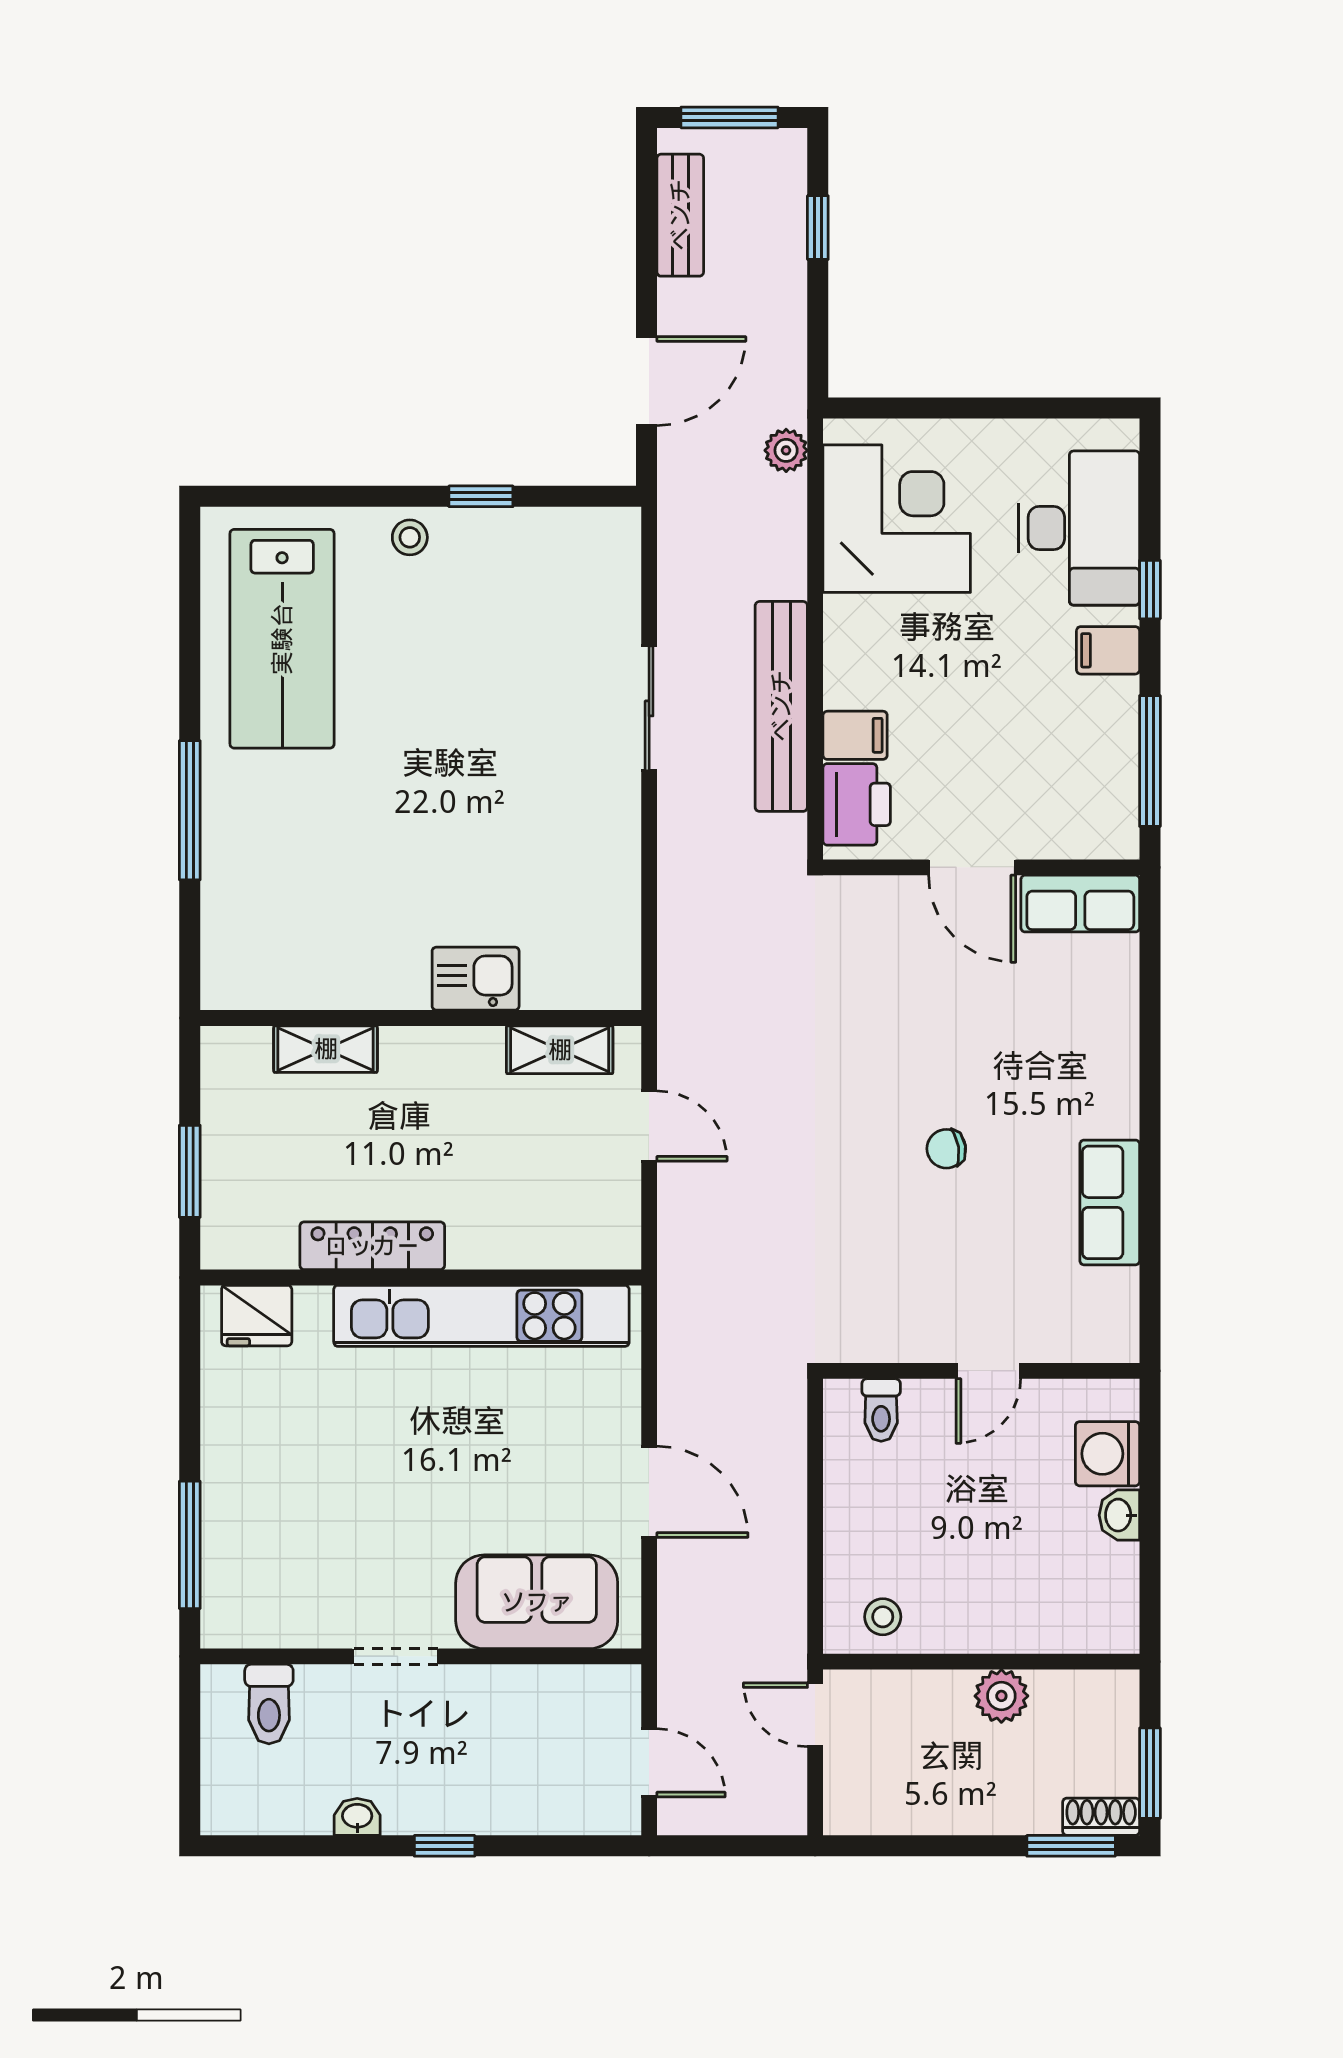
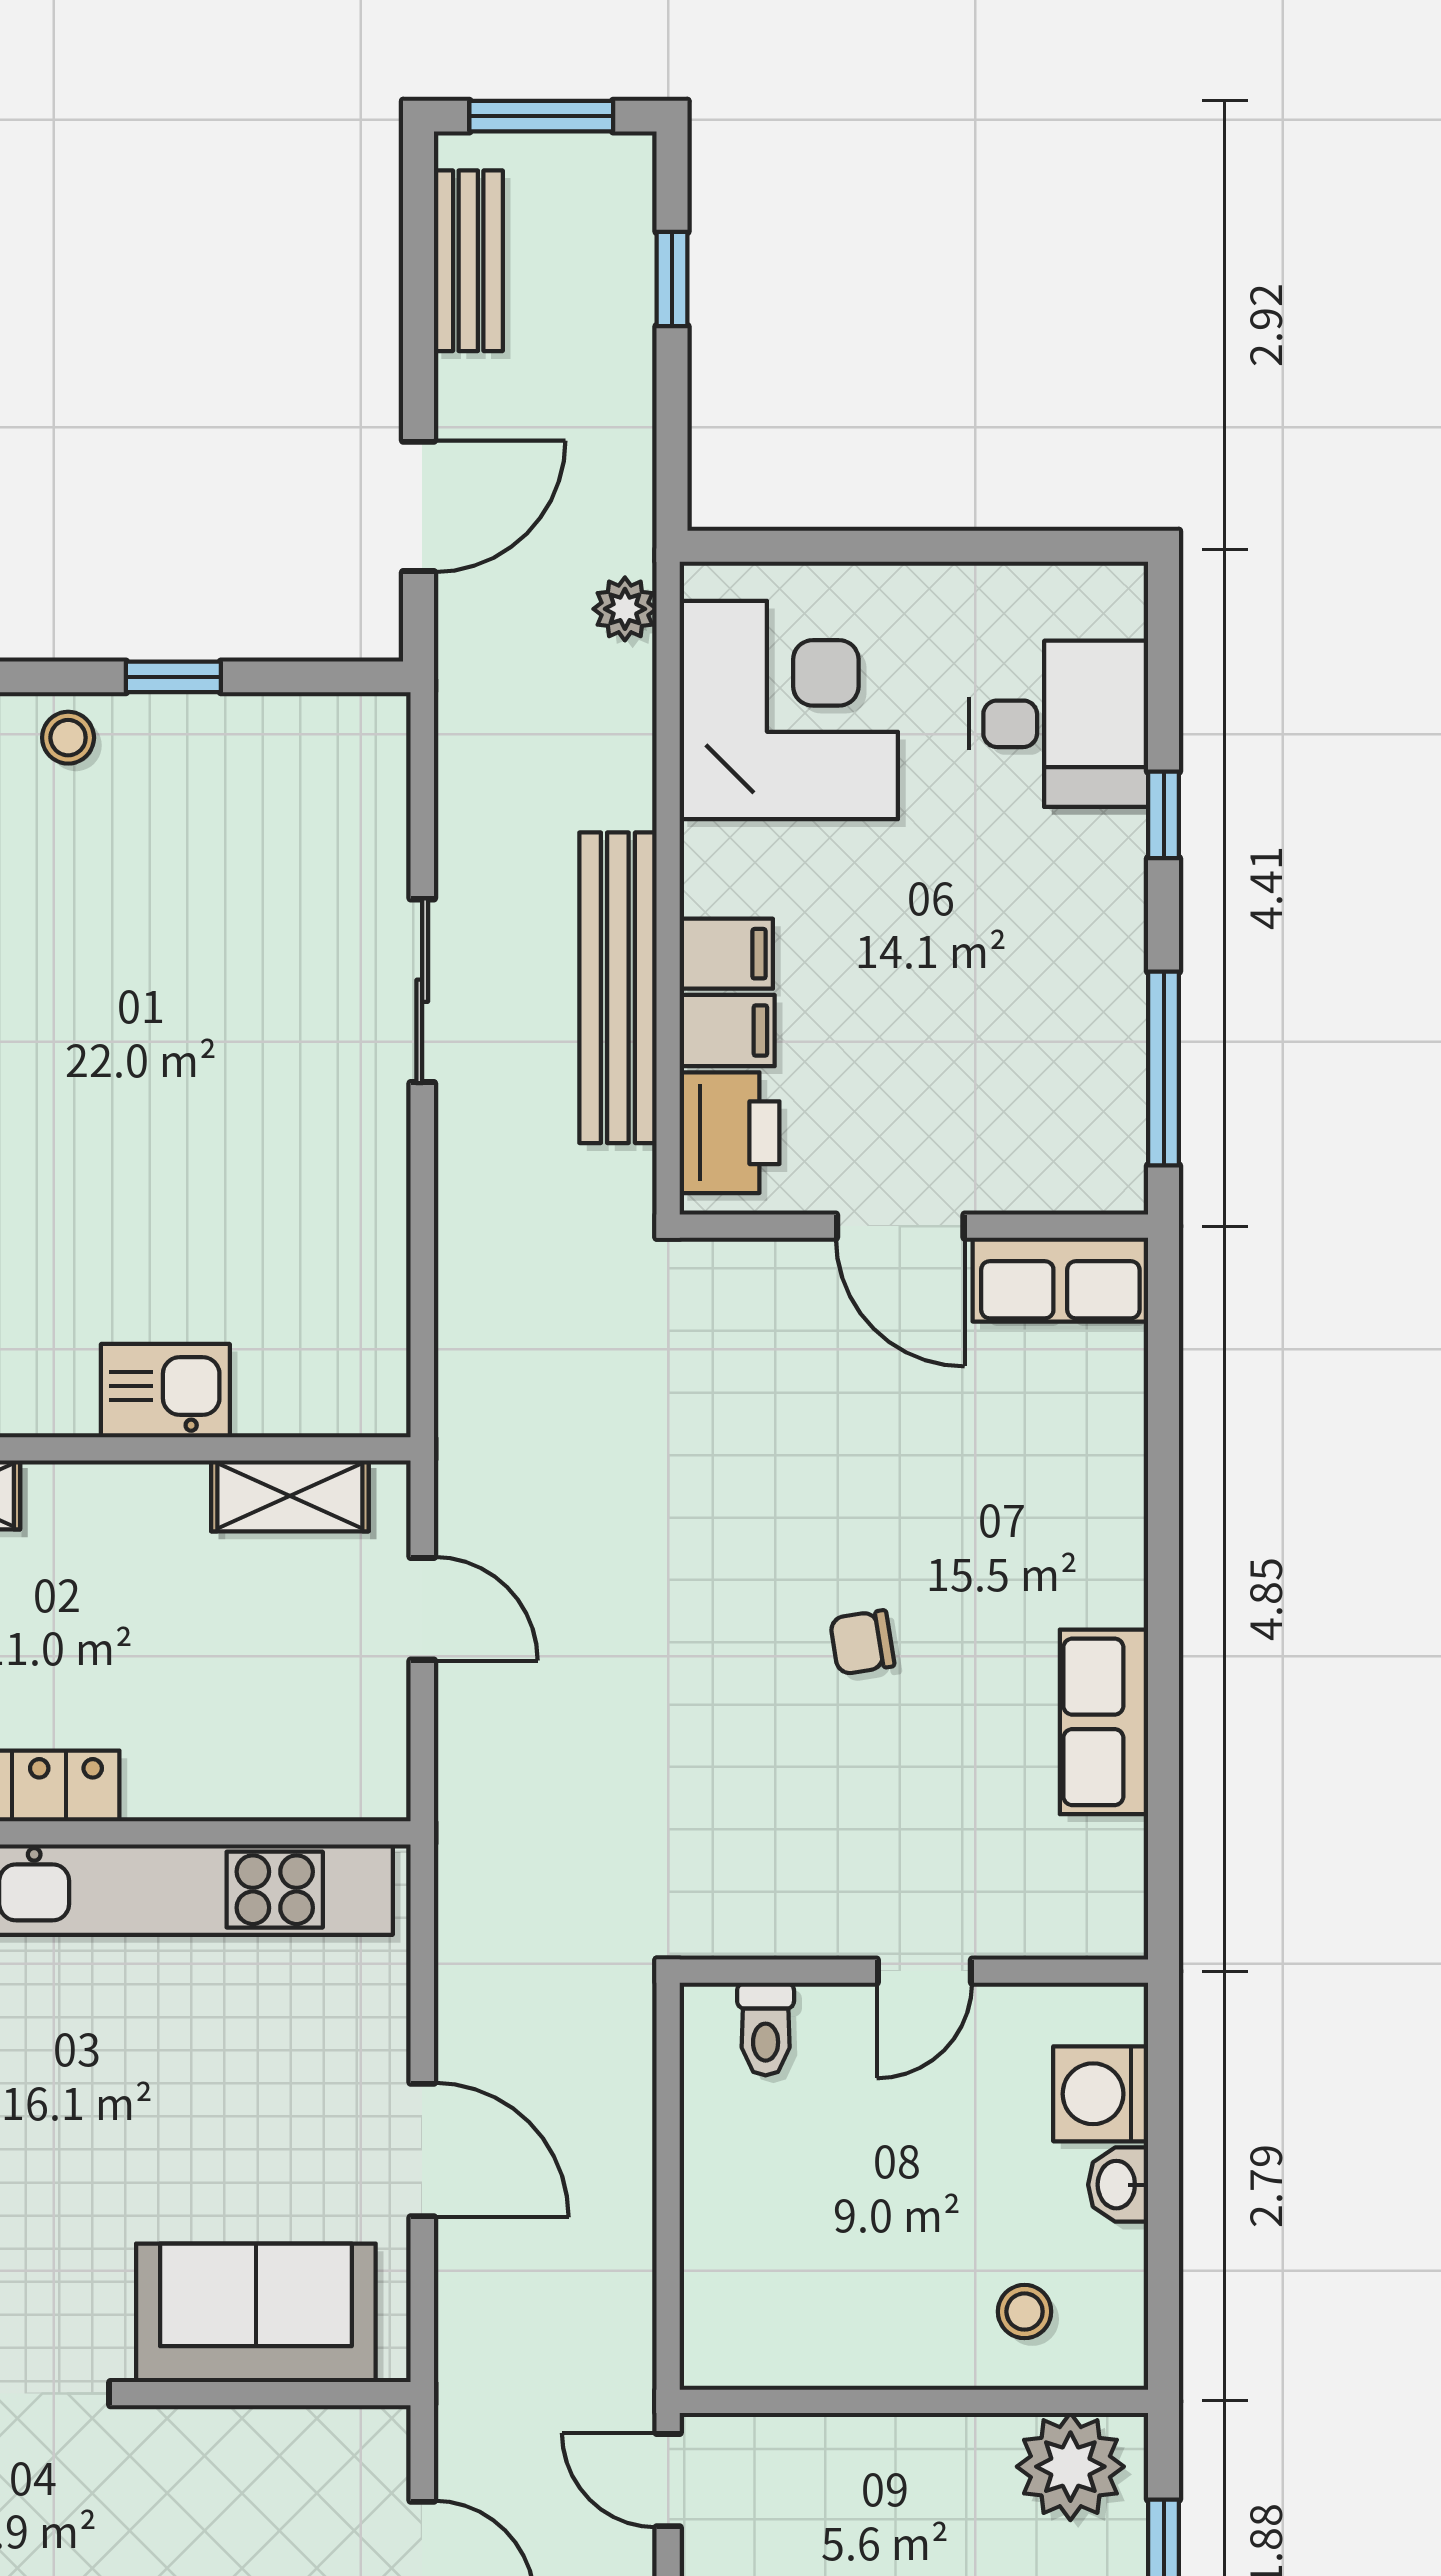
desk: (1079, 528) -> (1059, 724), width x0.73
filing cabinet: (1108, 650) -> (726, 954), moved, turned 180
stool: (883, 1617) -> (1025, 2312), moved
plant: (1001, 1696) -> (1070, 2467), moved, width x1.36, depth x1.36

